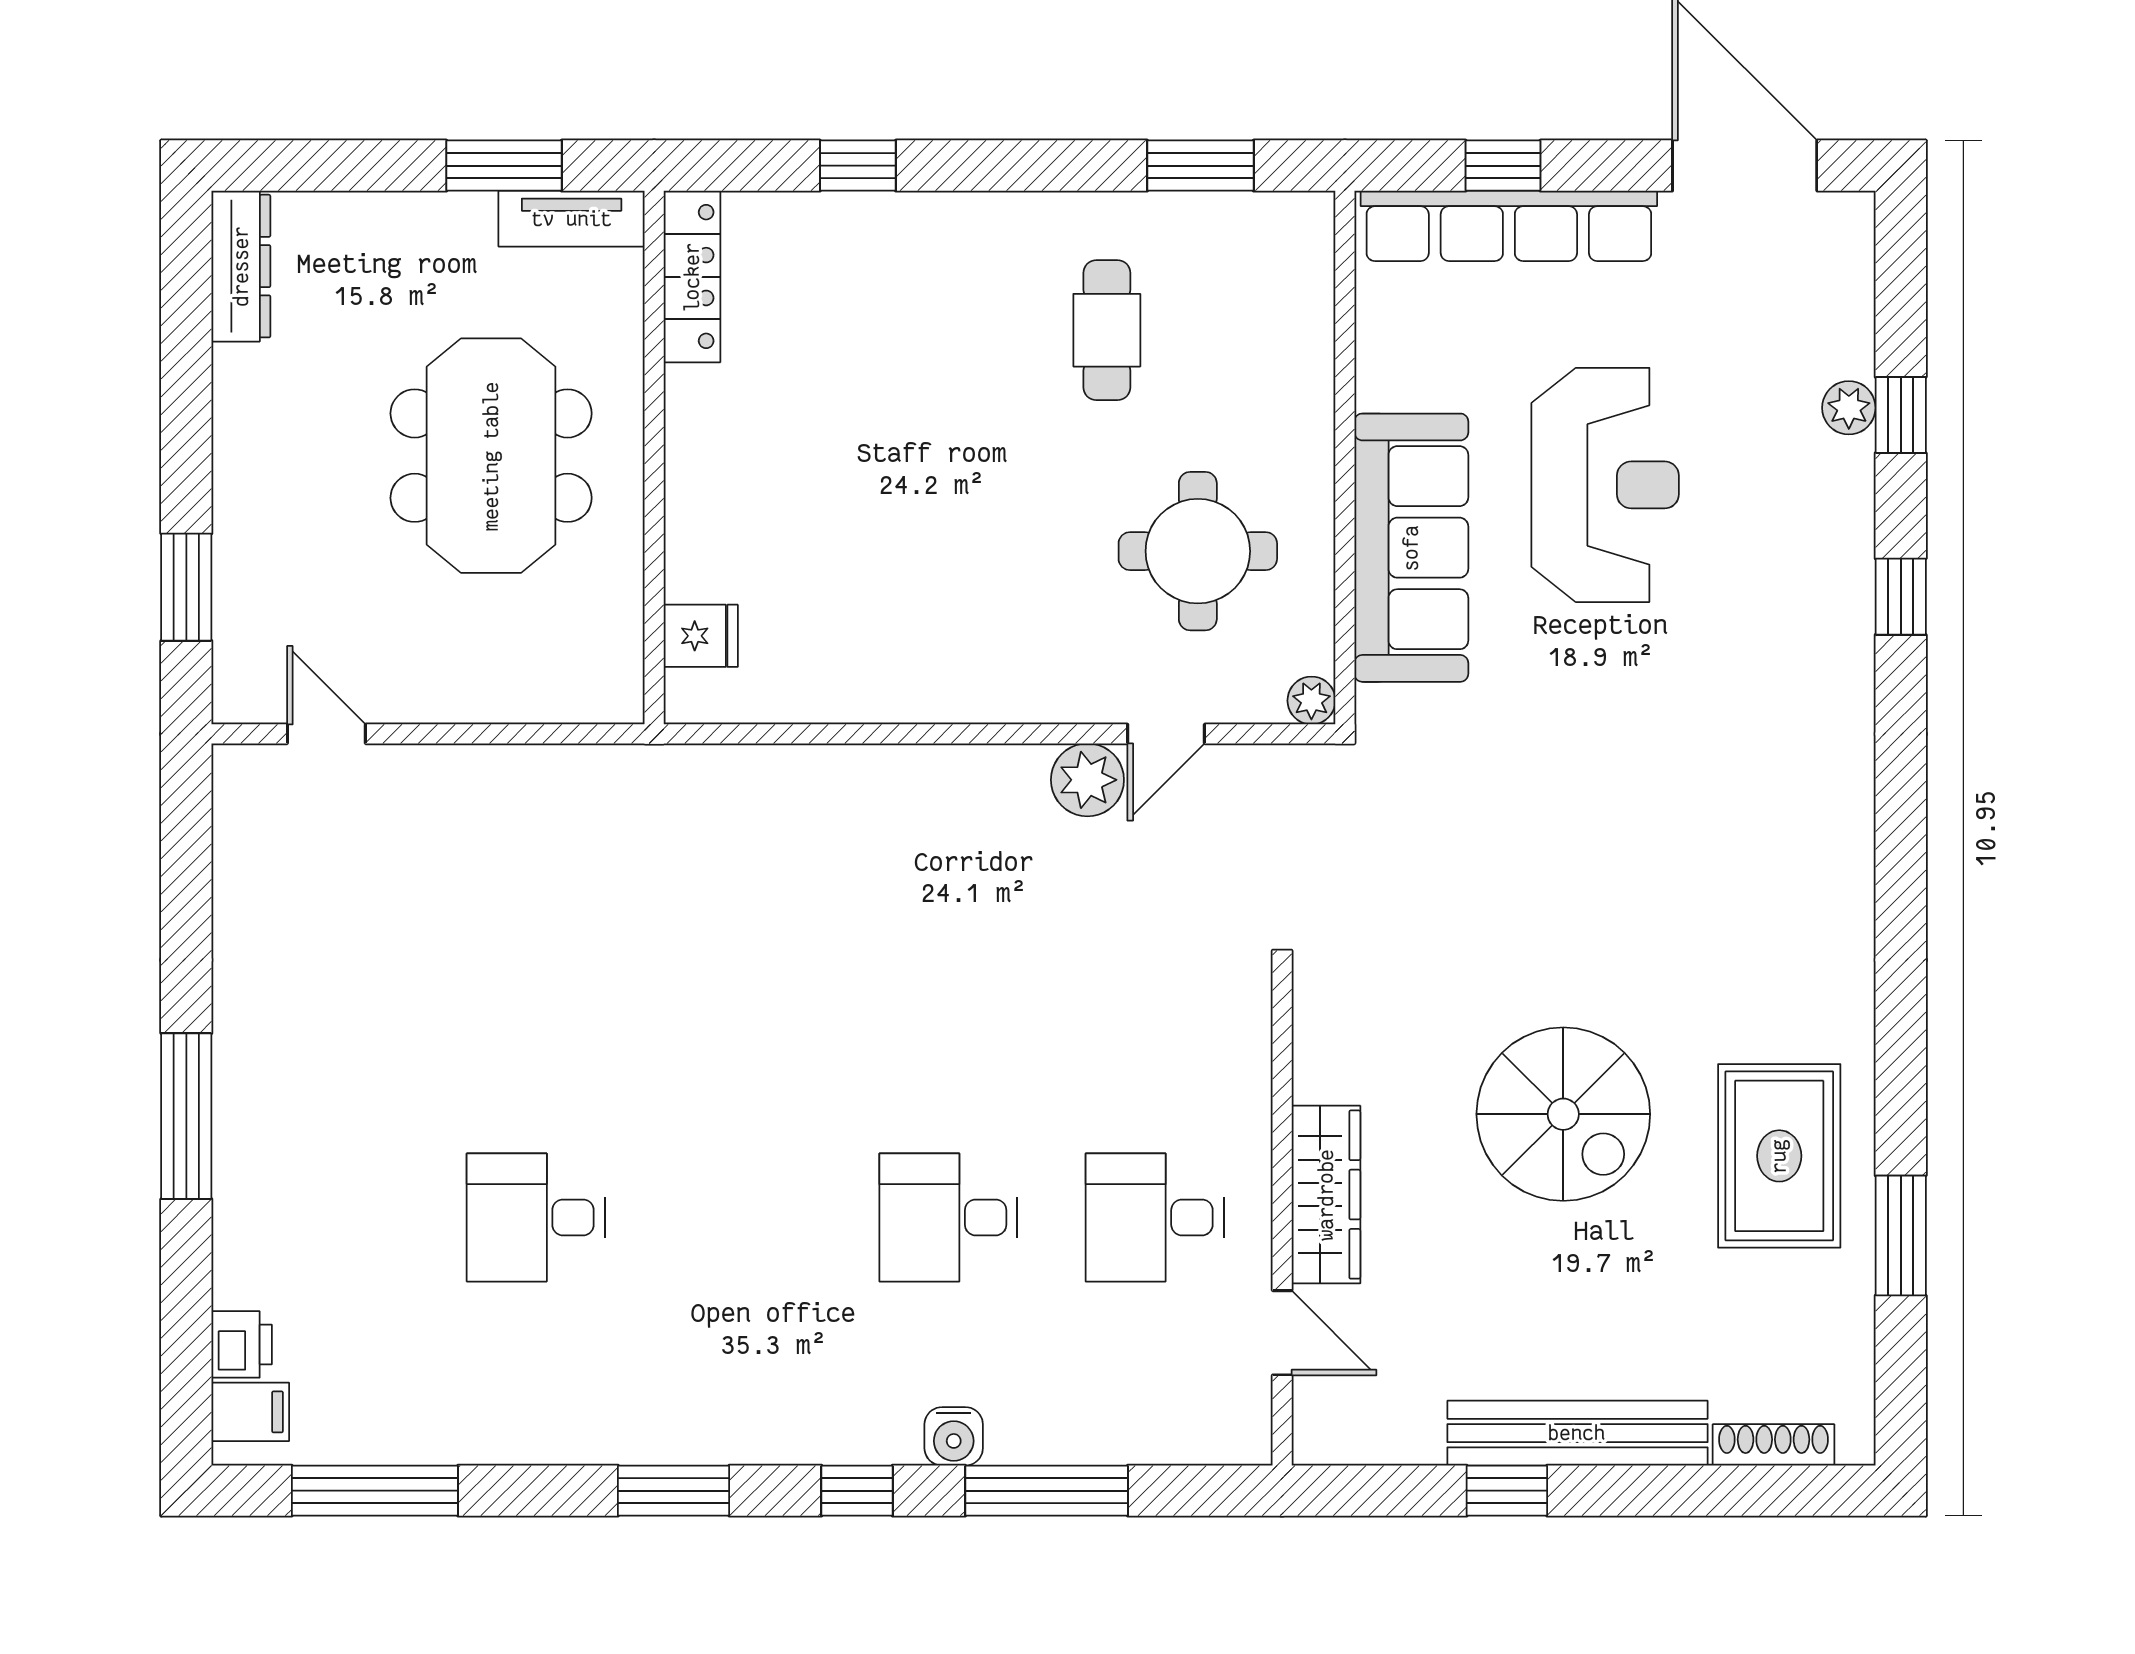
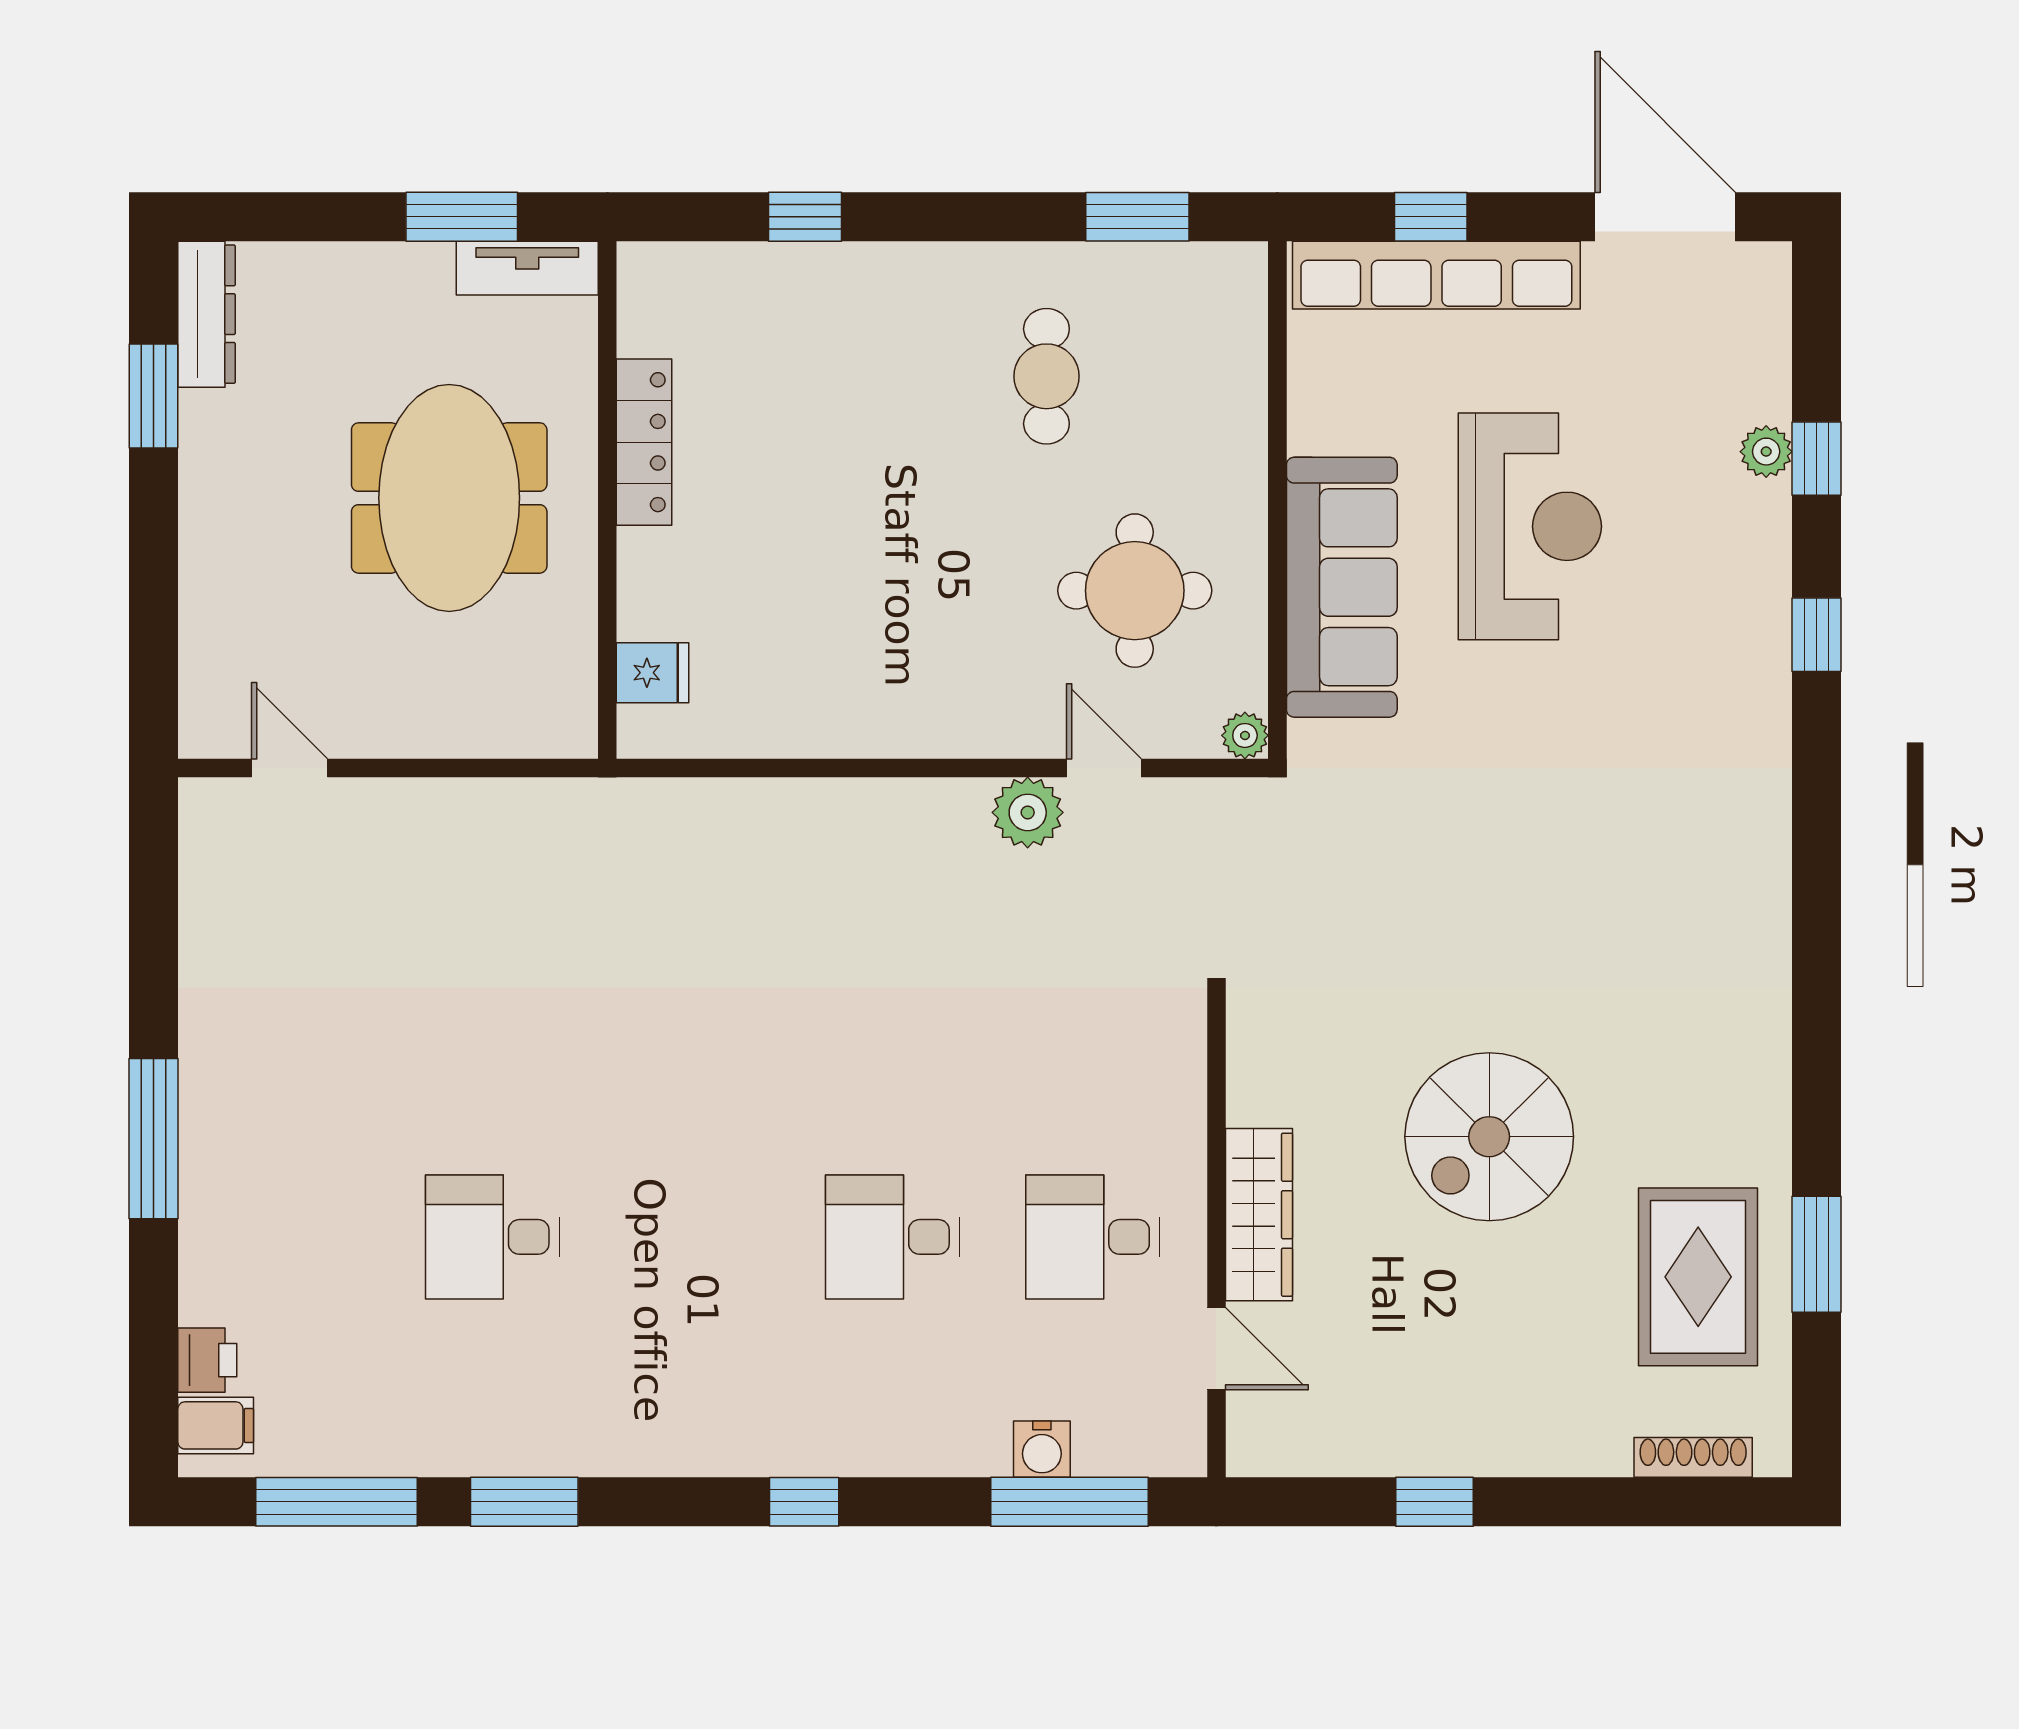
locker: (692, 277) -> (644, 442), moved
window: (186, 587) -> (154, 396), moved
door: (1166, 734) -> (1104, 768), swing flipped
spiral stairs: (1563, 1114) -> (1489, 1137), turned 90
rug: (1779, 1156) -> (1698, 1277), moved
bench: (1577, 1433) -> (1503, 1446), removed
water cooler: (954, 1436) -> (1042, 1449), moved
window: (674, 1491) -> (524, 1502), moved
window: (1047, 1491) -> (1069, 1502), moved

